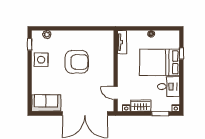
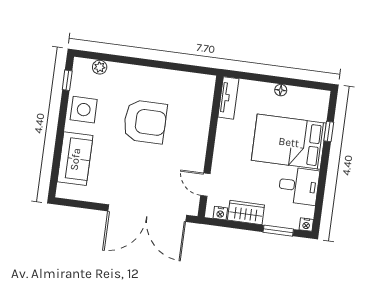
sofa: (46, 103) -> (75, 159), moved, turned 90

